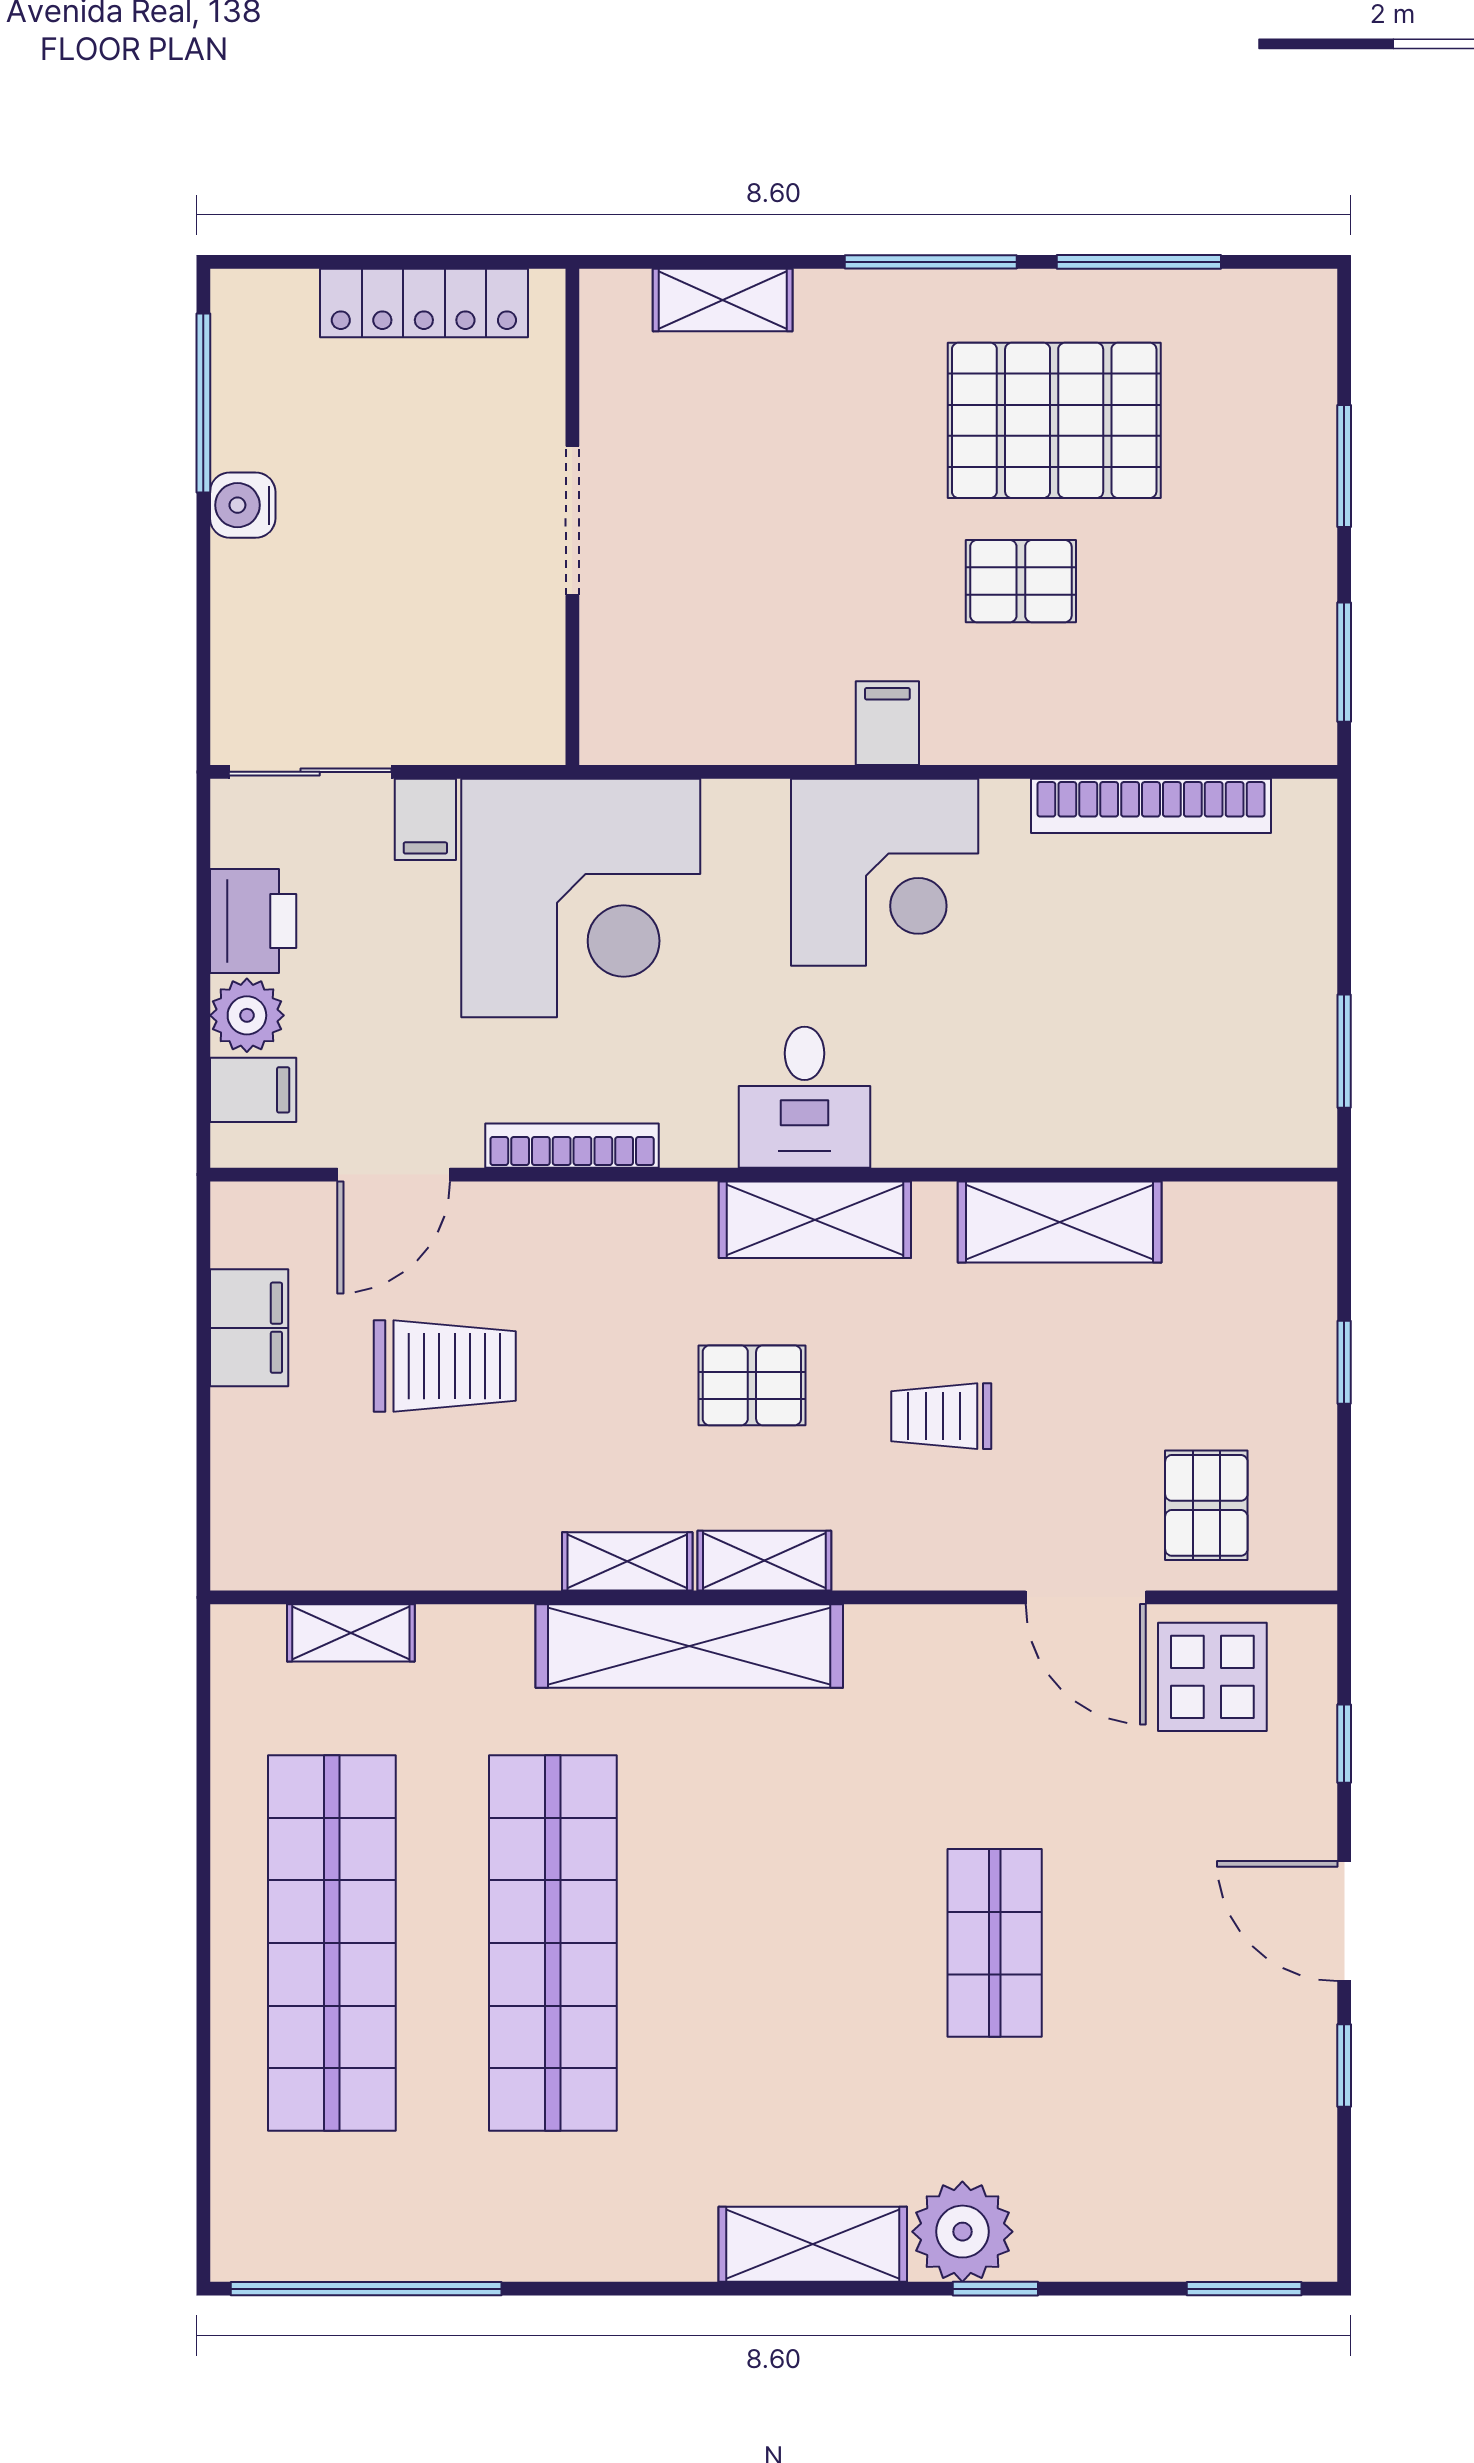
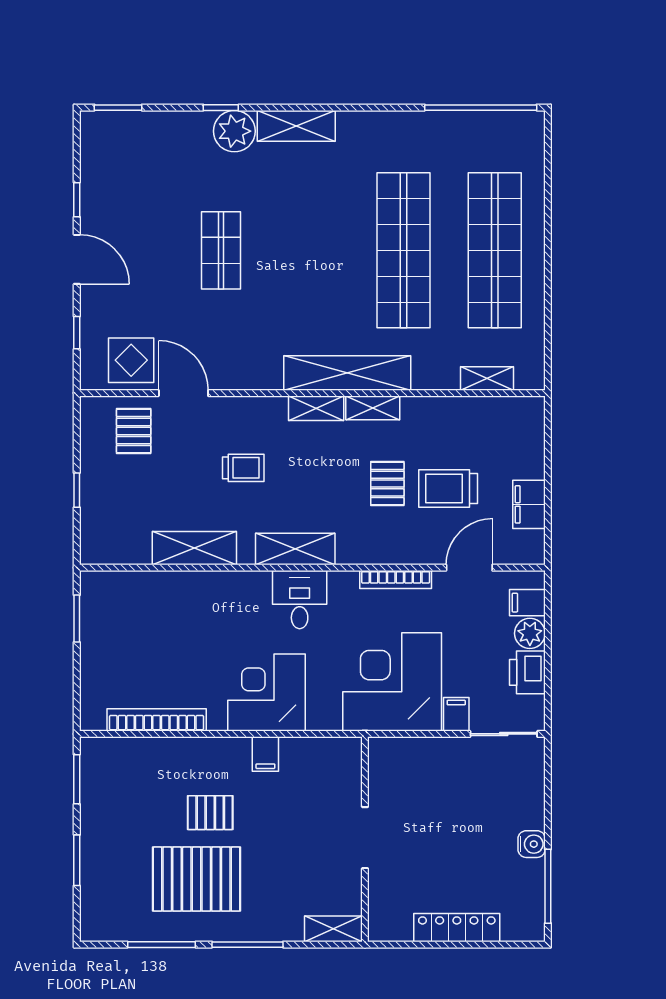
wall: (572, 517) -> (365, 839), moved
doorway: (572, 521) -> (365, 838), moved
pallet: (752, 1385) -> (387, 484), moved, turned 90

